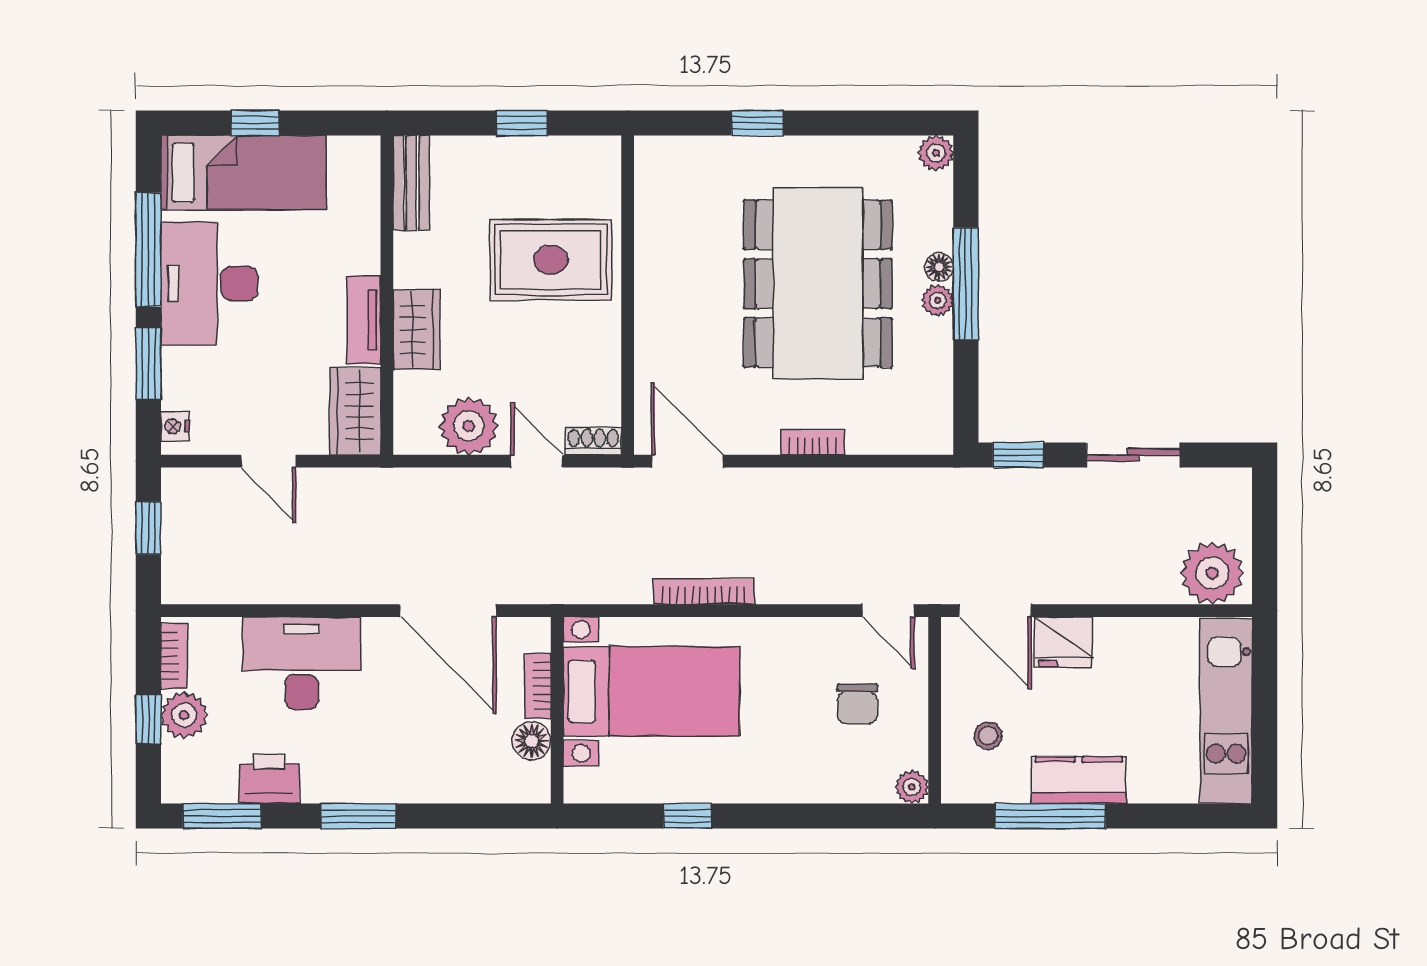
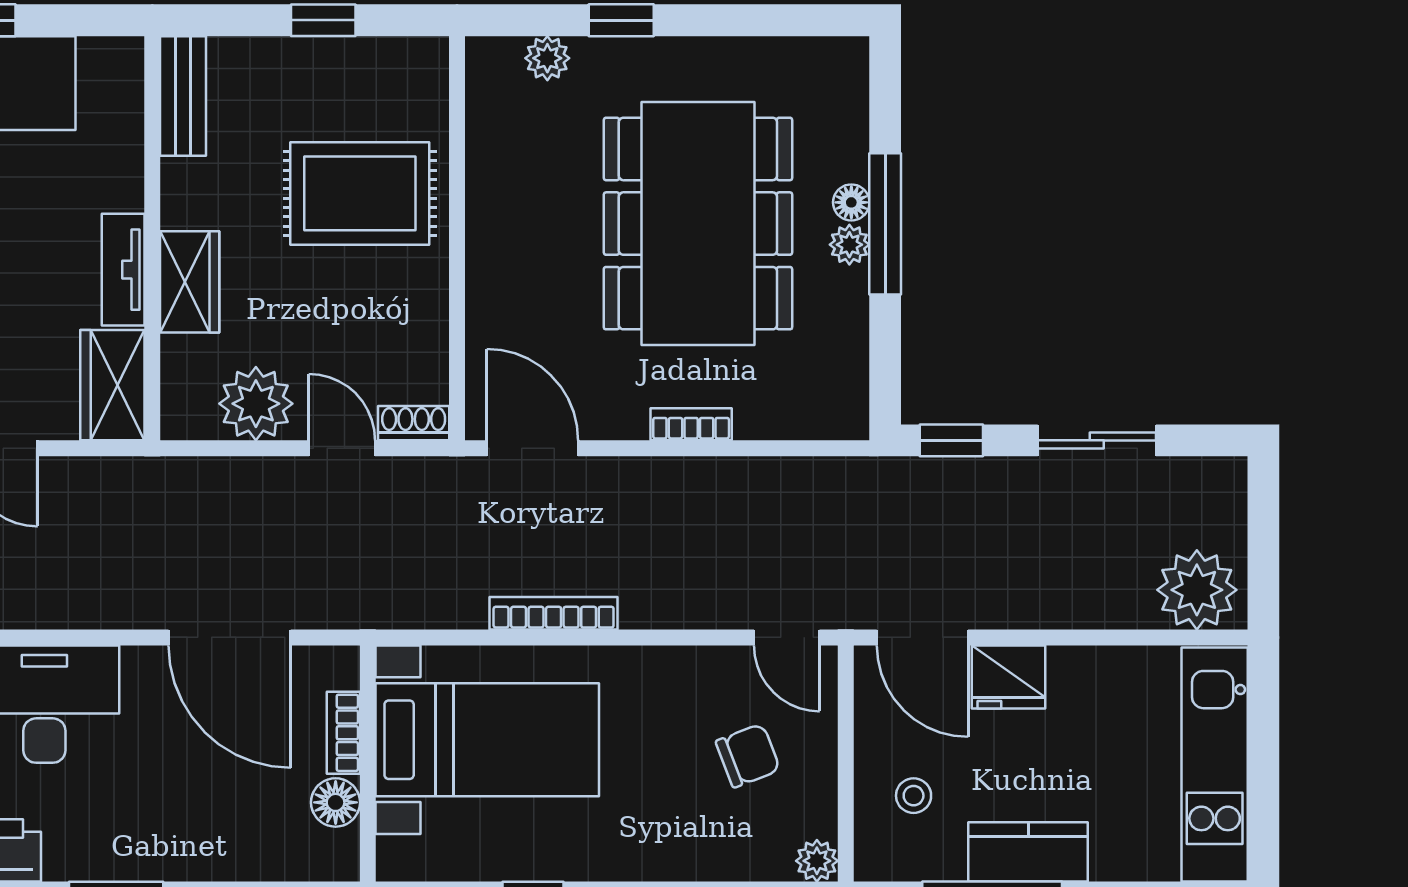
plant: (936, 153) -> (547, 58), moved
chair: (857, 704) -> (748, 756), turned -111

